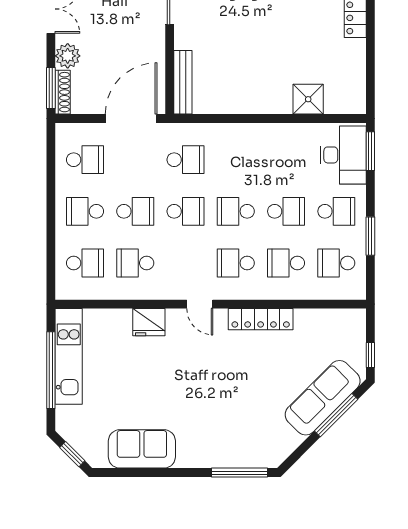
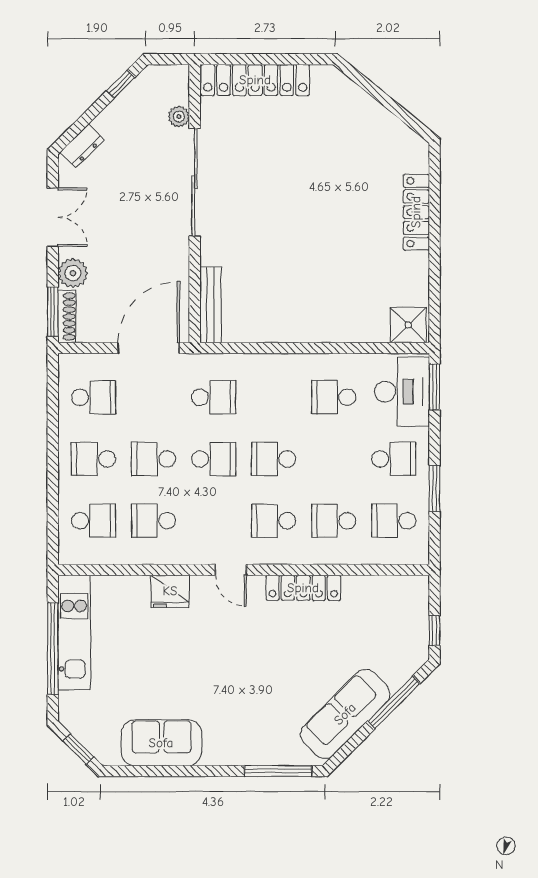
shower: (308, 99) -> (408, 325), moved
school desk: (135, 211) -> (154, 459), turned 180
school desk: (286, 211) -> (334, 397), moved, turned 180
sofa: (323, 398) -> (345, 714), moved

